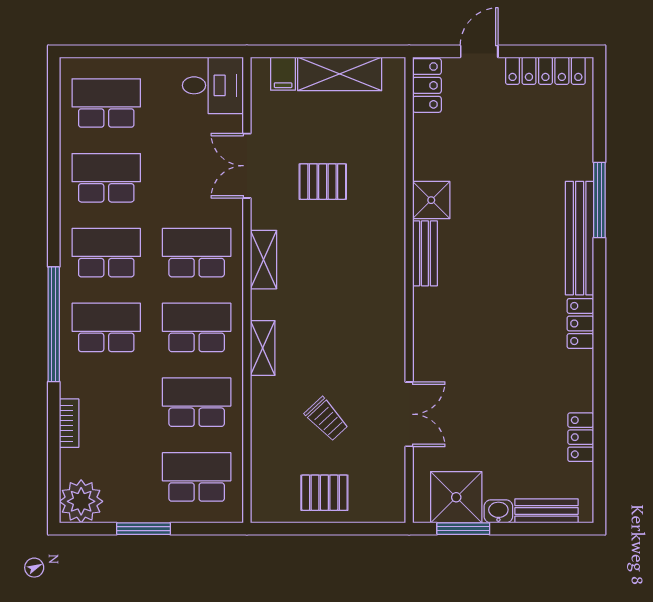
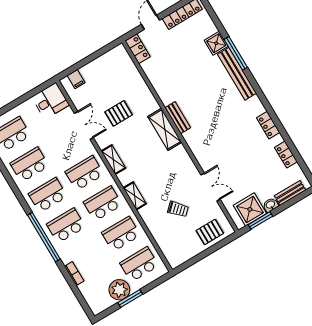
shelving: (340, 74) -> (165, 129), moved, turned 90
double door: (247, 166) -> (84, 125), swing flipped
shower: (431, 200) -> (216, 43), moved
locker: (580, 323) -> (268, 125), moved
pallet: (324, 493) -> (210, 232), moved
plant: (81, 501) -> (119, 290), moved

